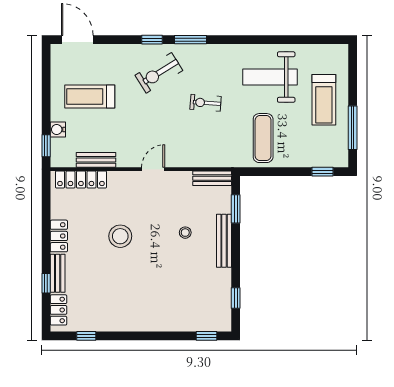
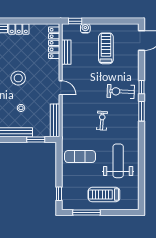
exercise bike: (159, 73) -> (121, 91), turned -56
bench: (212, 178) -> (55, 120), width x1.36
stool: (120, 236) -> (18, 78), moved

